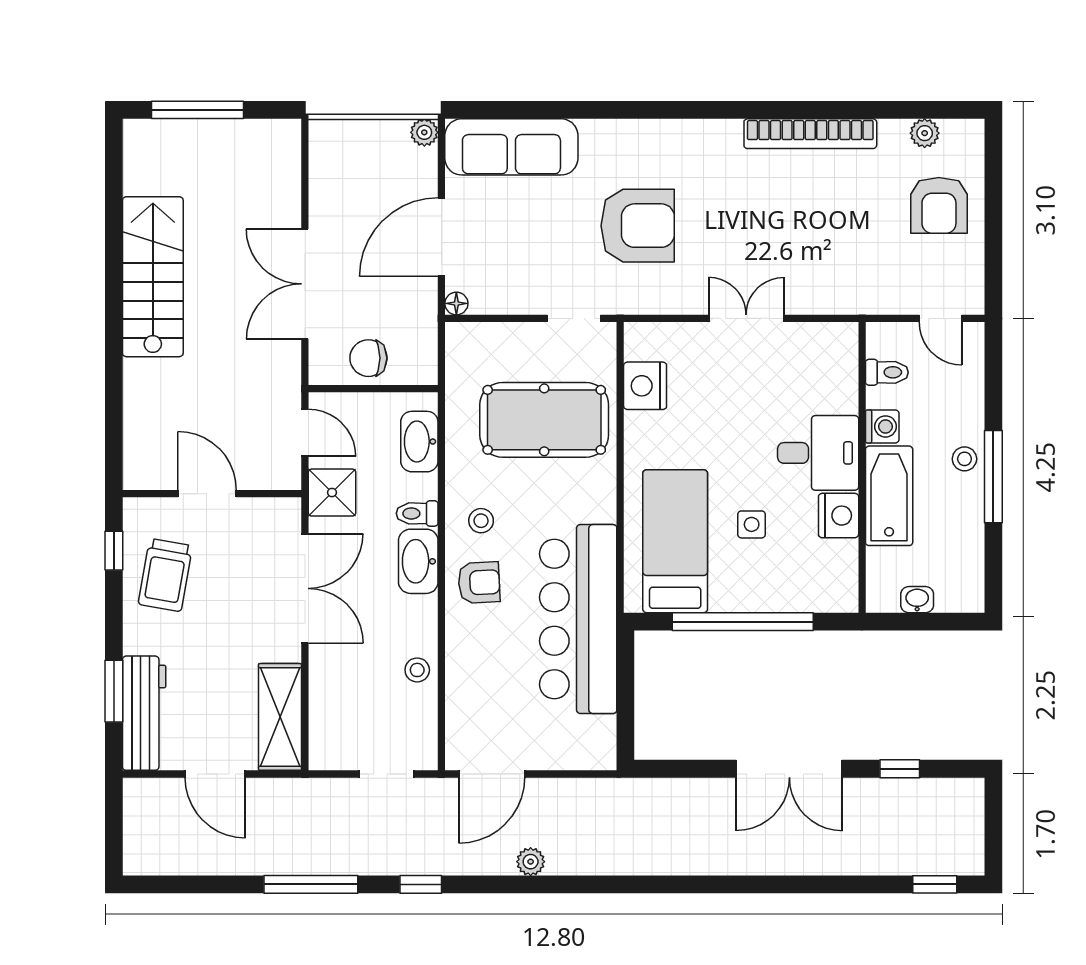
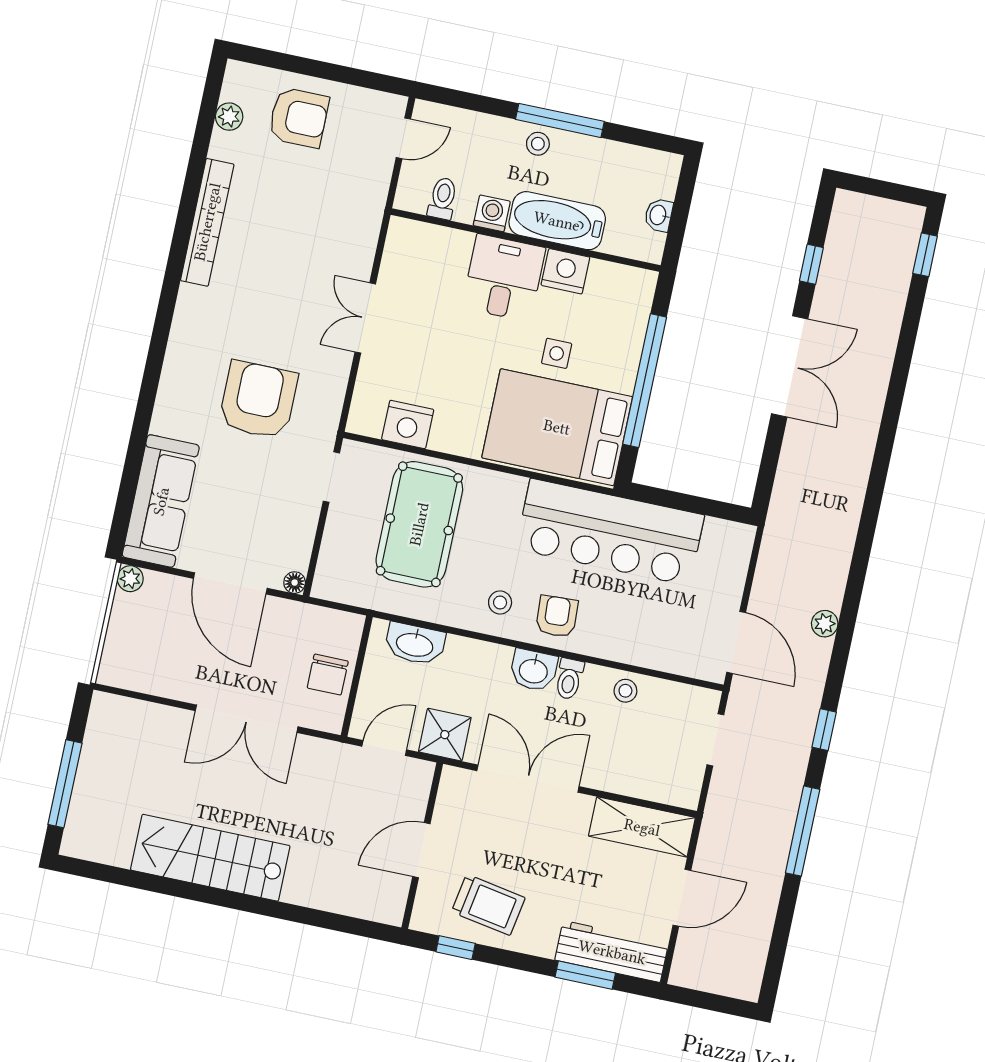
toilet: (417, 513) -> (569, 679), moved
bed: (675, 541) -> (557, 427), width x1.50
washbasin: (418, 561) -> (534, 670), width x0.72

